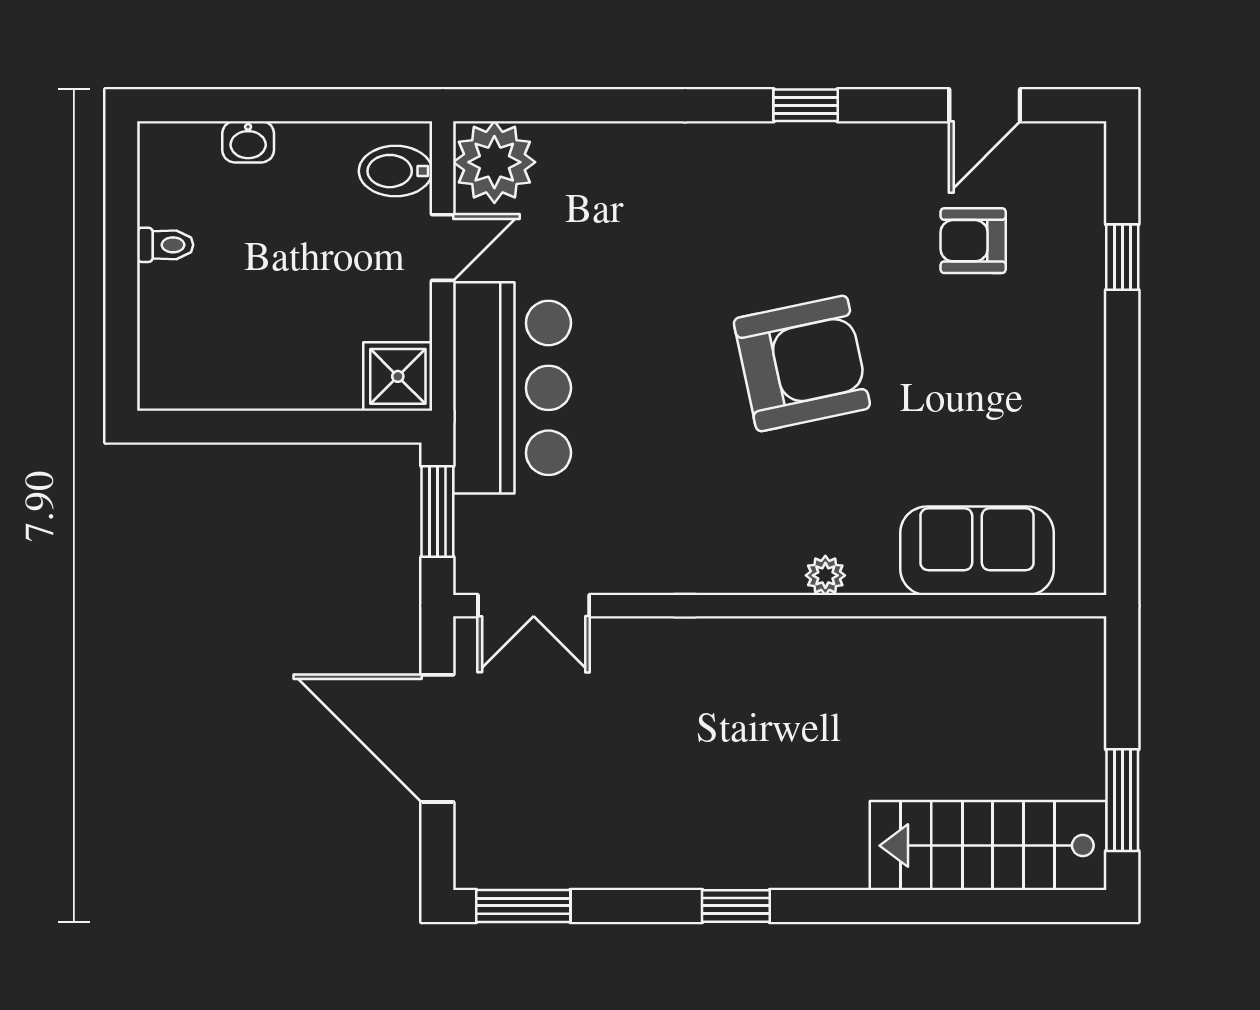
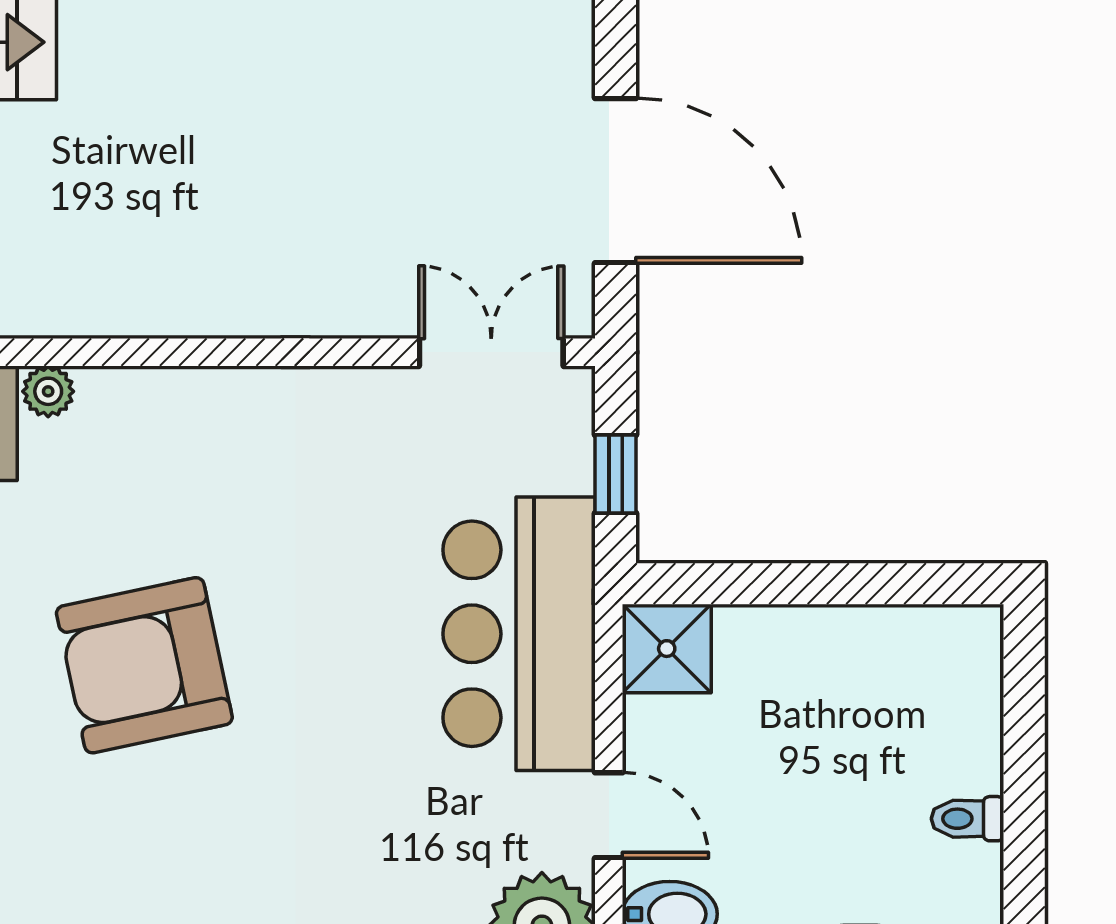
door: (443, 247) -> (609, 815), swing flipped
window: (437, 511) -> (615, 474), width x0.67
plant: (825, 575) -> (48, 391), moved

